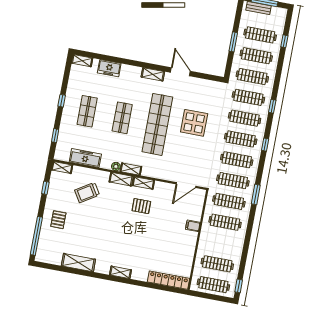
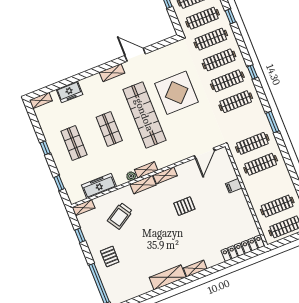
window: (272, 106) -> (230, 16), moved
display table: (194, 123) -> (177, 93), width x1.36, depth x1.36
clothes rail: (233, 181) -> (244, 123), removed
pallet: (141, 206) -> (184, 206), moved
shelving: (78, 263) -> (168, 277), moved

